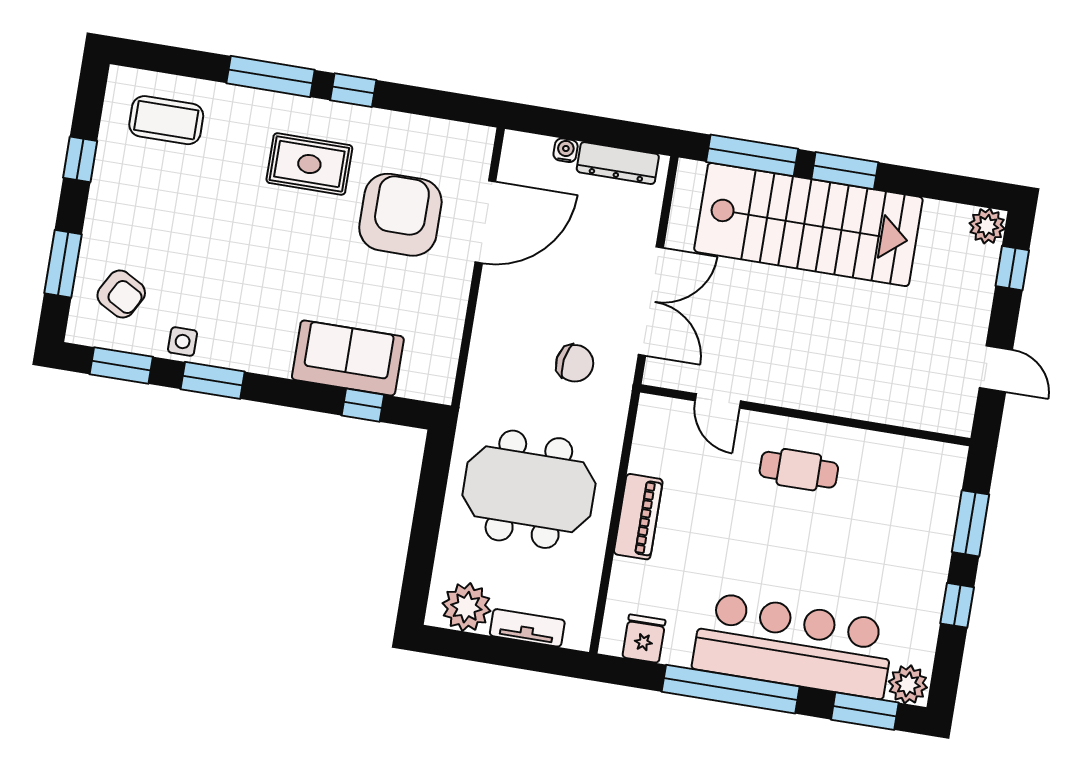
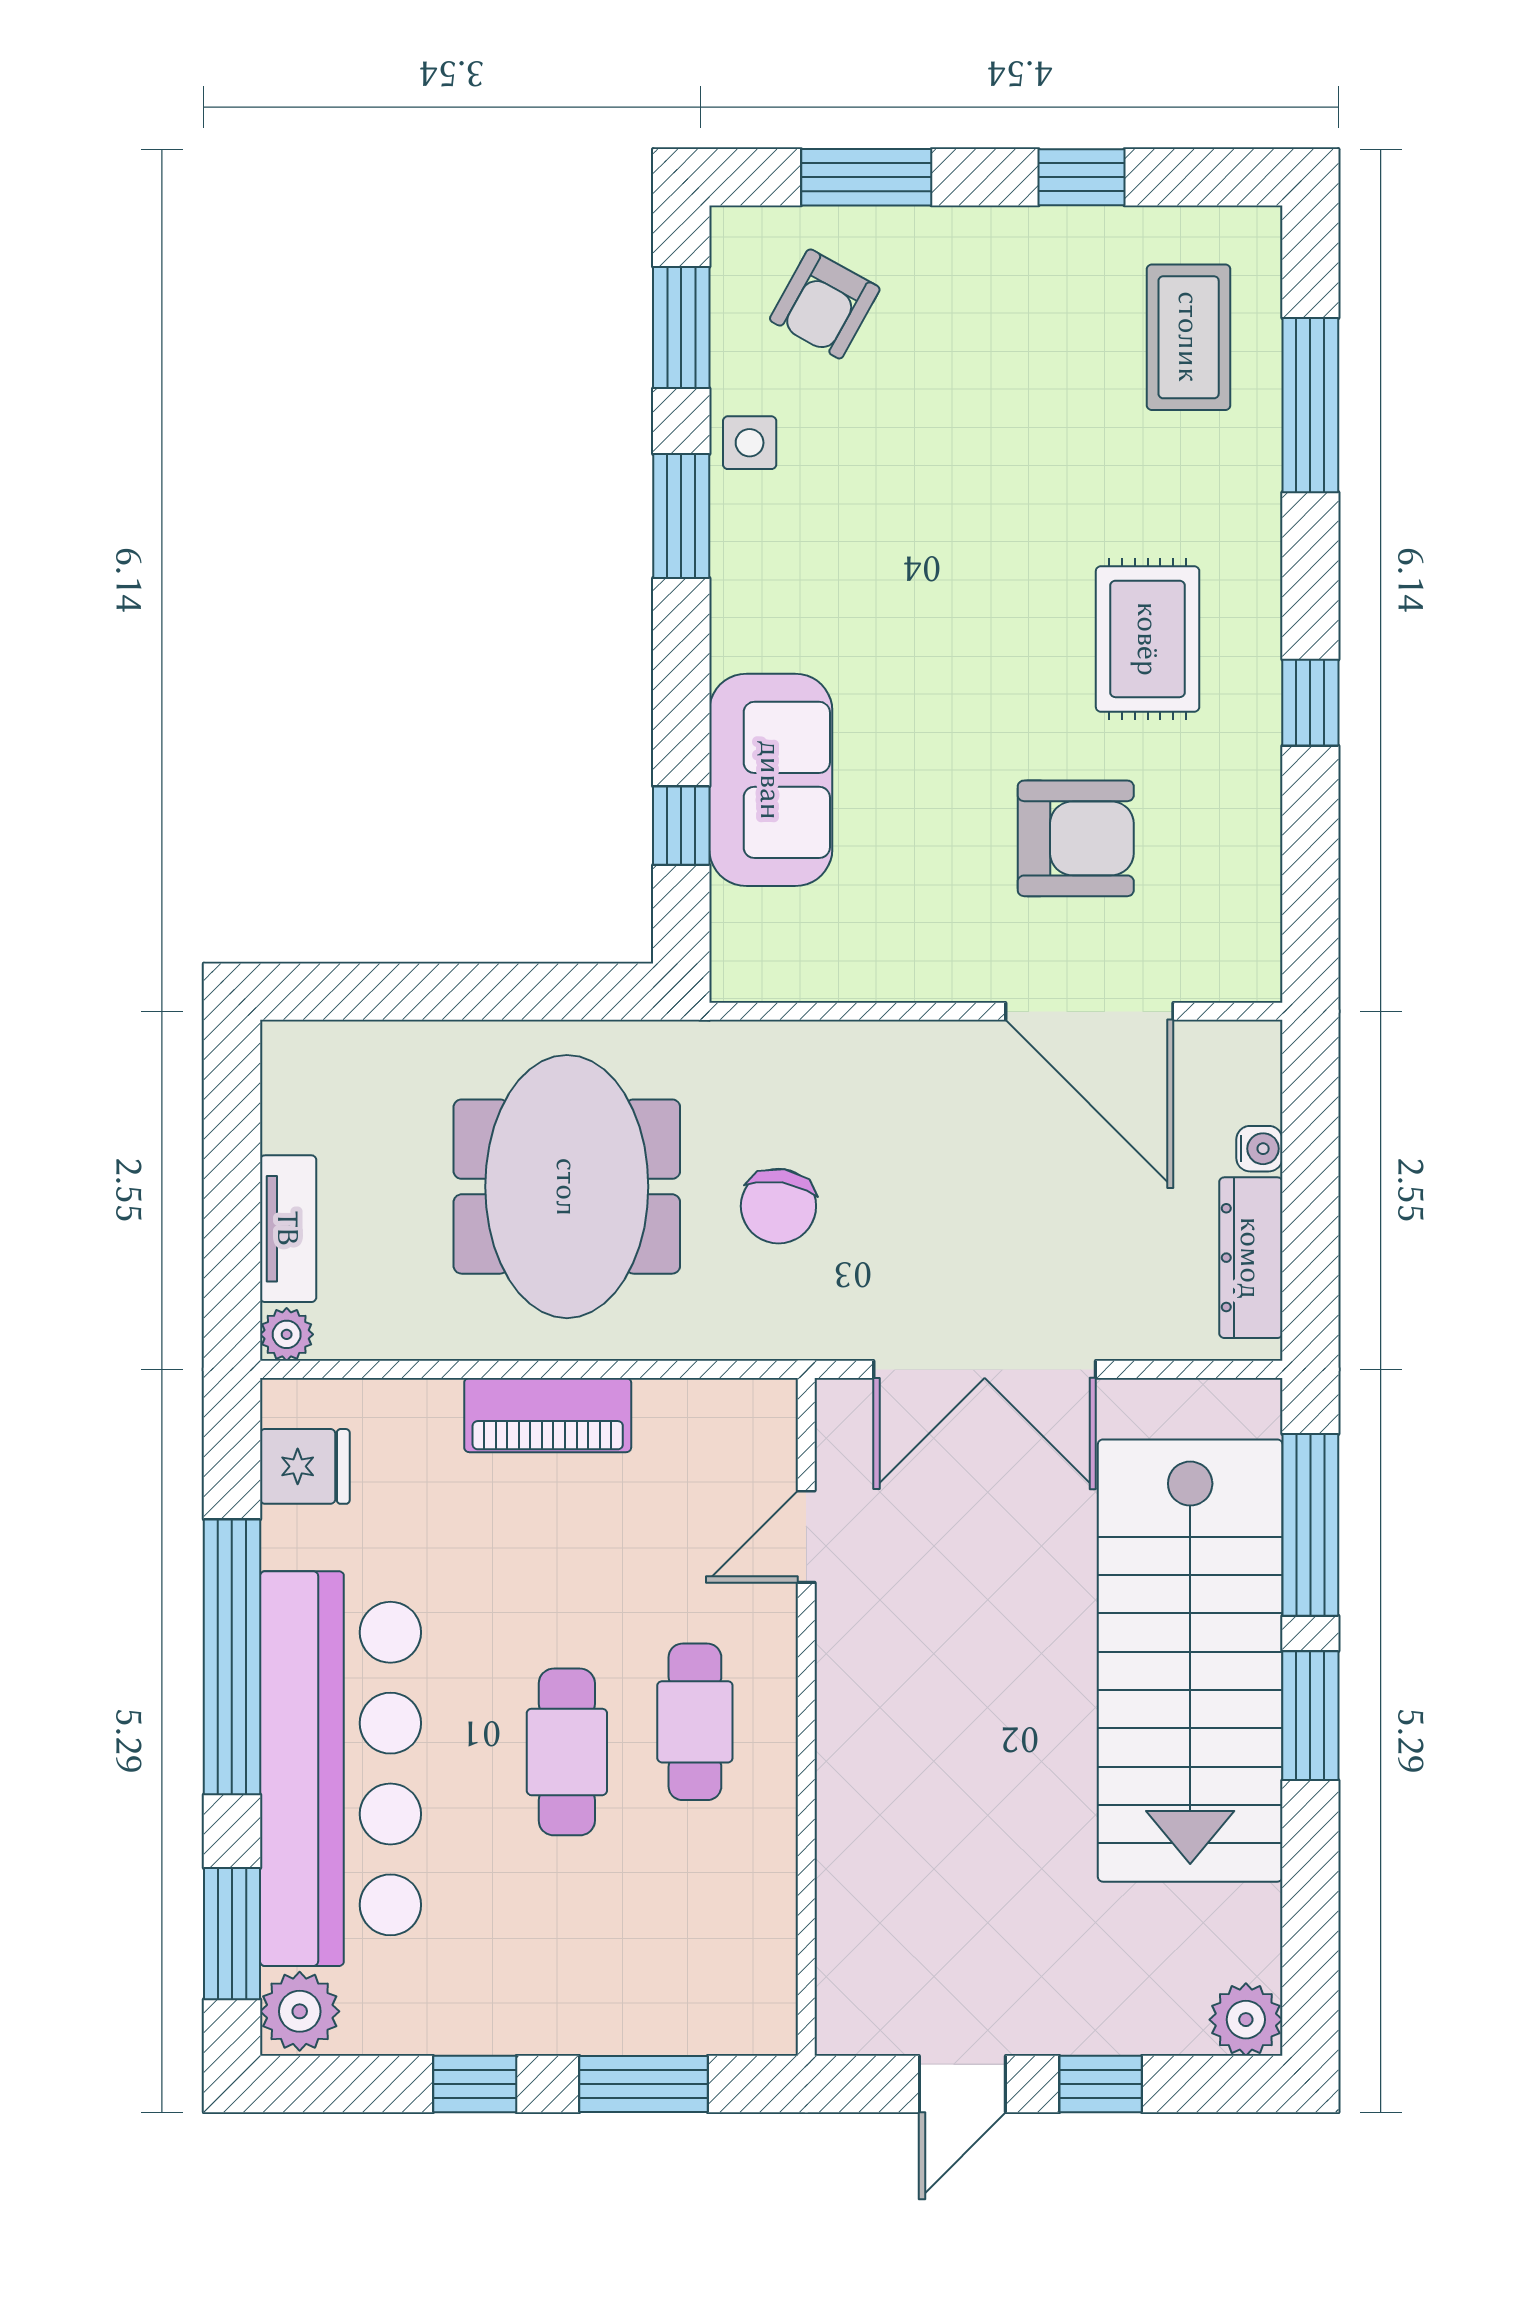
window: (270, 77) -> (1310, 405), moved
armchair: (400, 215) -> (1076, 838), width x0.73, depth x0.73
window: (1012, 268) -> (1101, 2084), moved
chair: (575, 363) -> (778, 1206), moved
cafe table: (803, 534) -> (567, 1752), added
plant: (466, 607) -> (287, 1334), moved, width x0.53, depth x0.53

